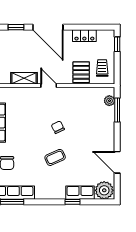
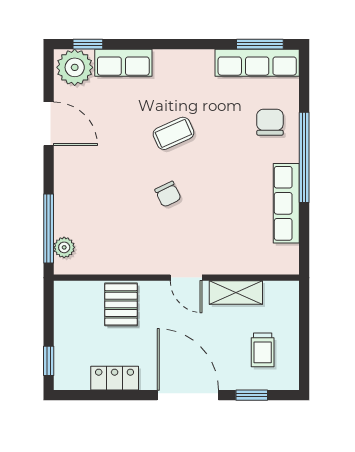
trolley: (102, 68) -> (263, 350), moved
window: (117, 110) -> (49, 229), width x1.44
window: (73, 202) -> (88, 44), moved

